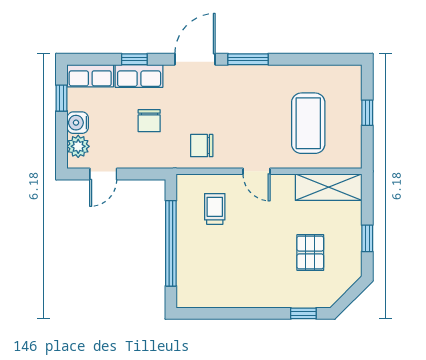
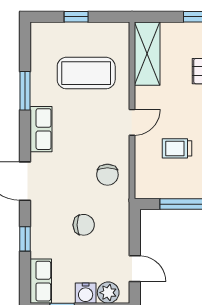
window: (248, 59) -> (25, 91), moved
row of seats: (139, 76) -> (41, 129), moved
trolley: (215, 209) -> (177, 148), moved

